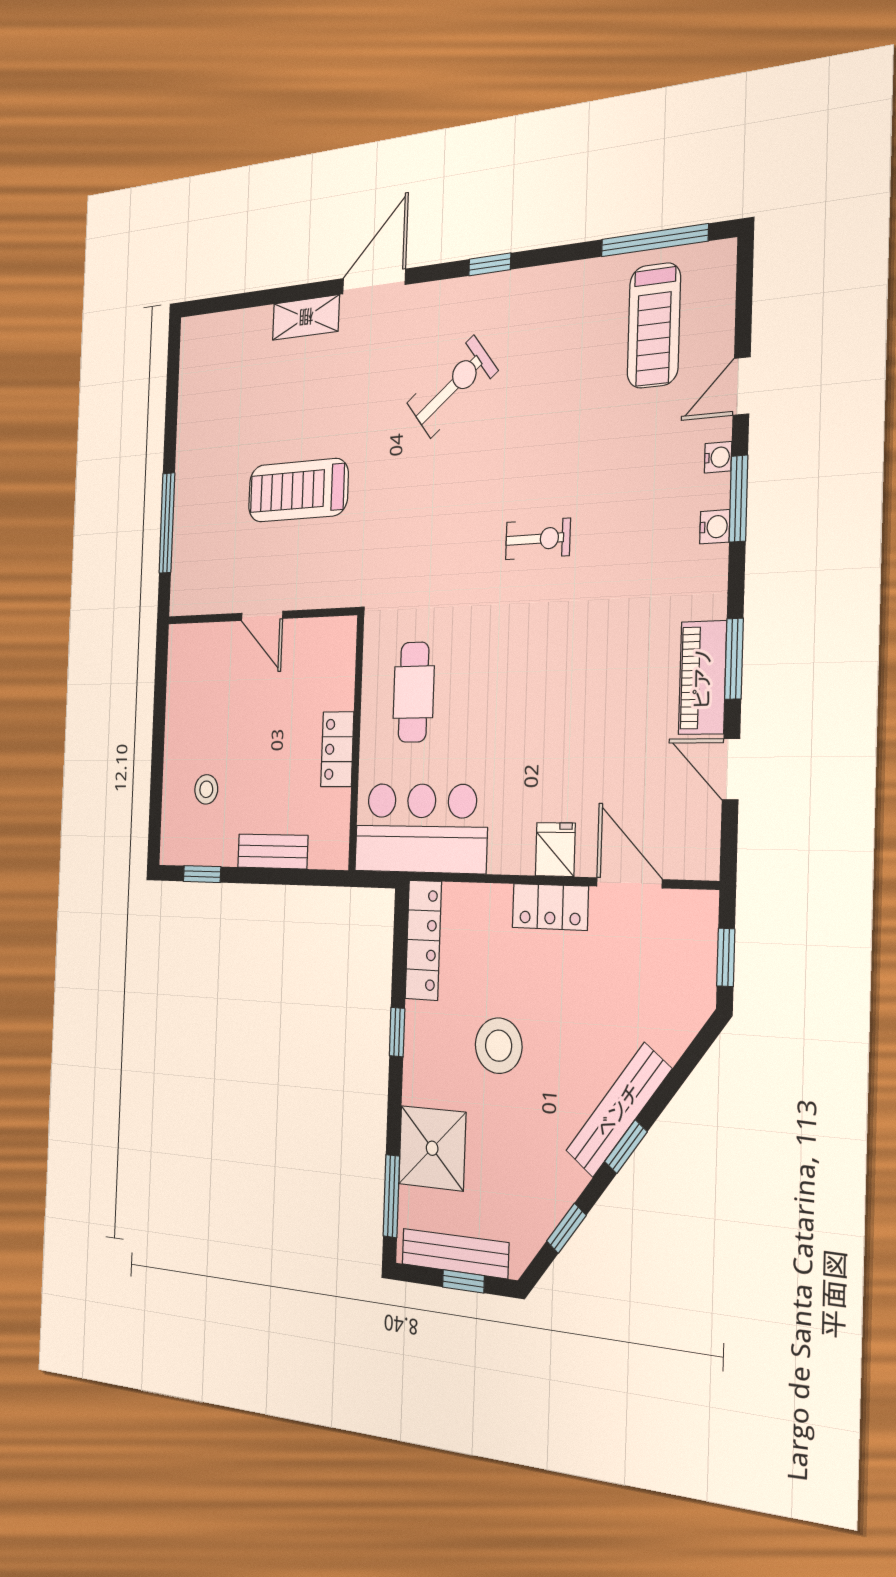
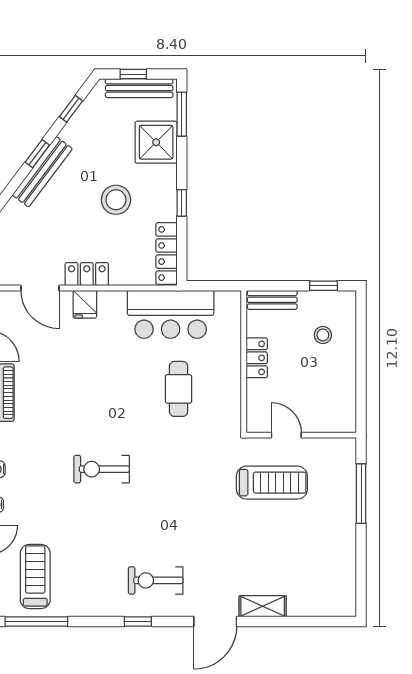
exercise bike: (452, 387) -> (156, 580), moved, turned 38
treadmill: (298, 490) -> (272, 483), moved
exercise bike: (538, 539) -> (102, 469), width x1.38, depth x1.39
wall: (356, 742) -> (244, 362), moved
locker: (337, 749) -> (257, 358), moved

